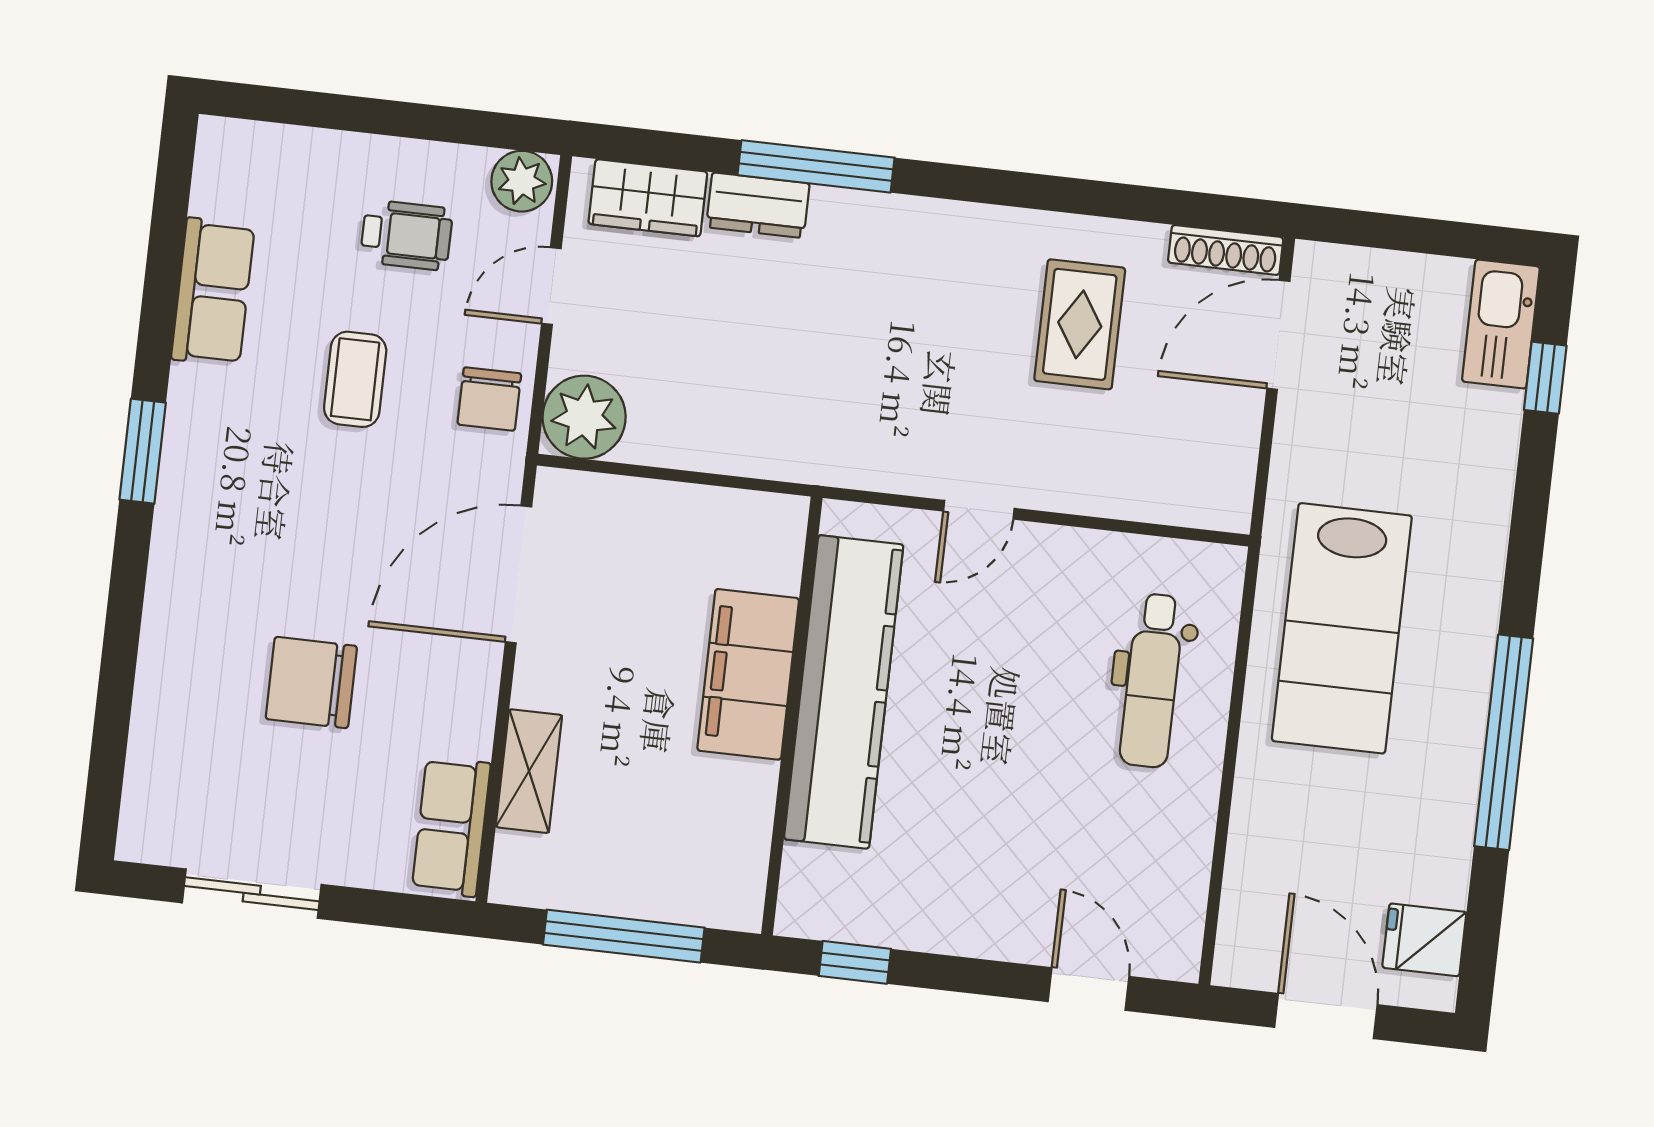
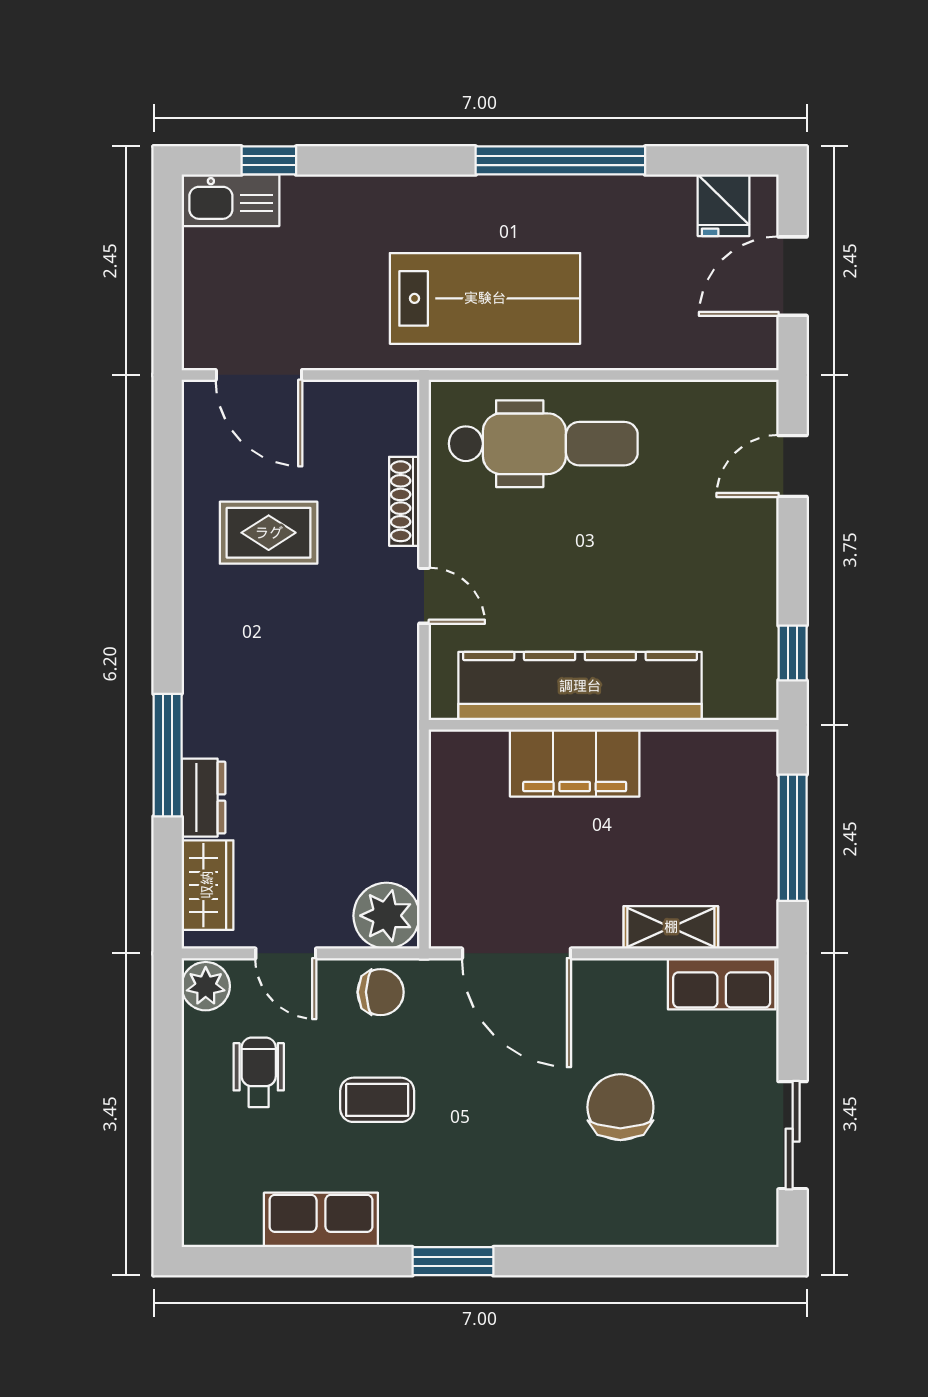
shoe rack: (1226, 250) -> (404, 501), moved, turned 180
dental chair: (1152, 681) -> (543, 444), width x1.36, depth x1.38
chair: (311, 683) -> (620, 1107), turned 180

